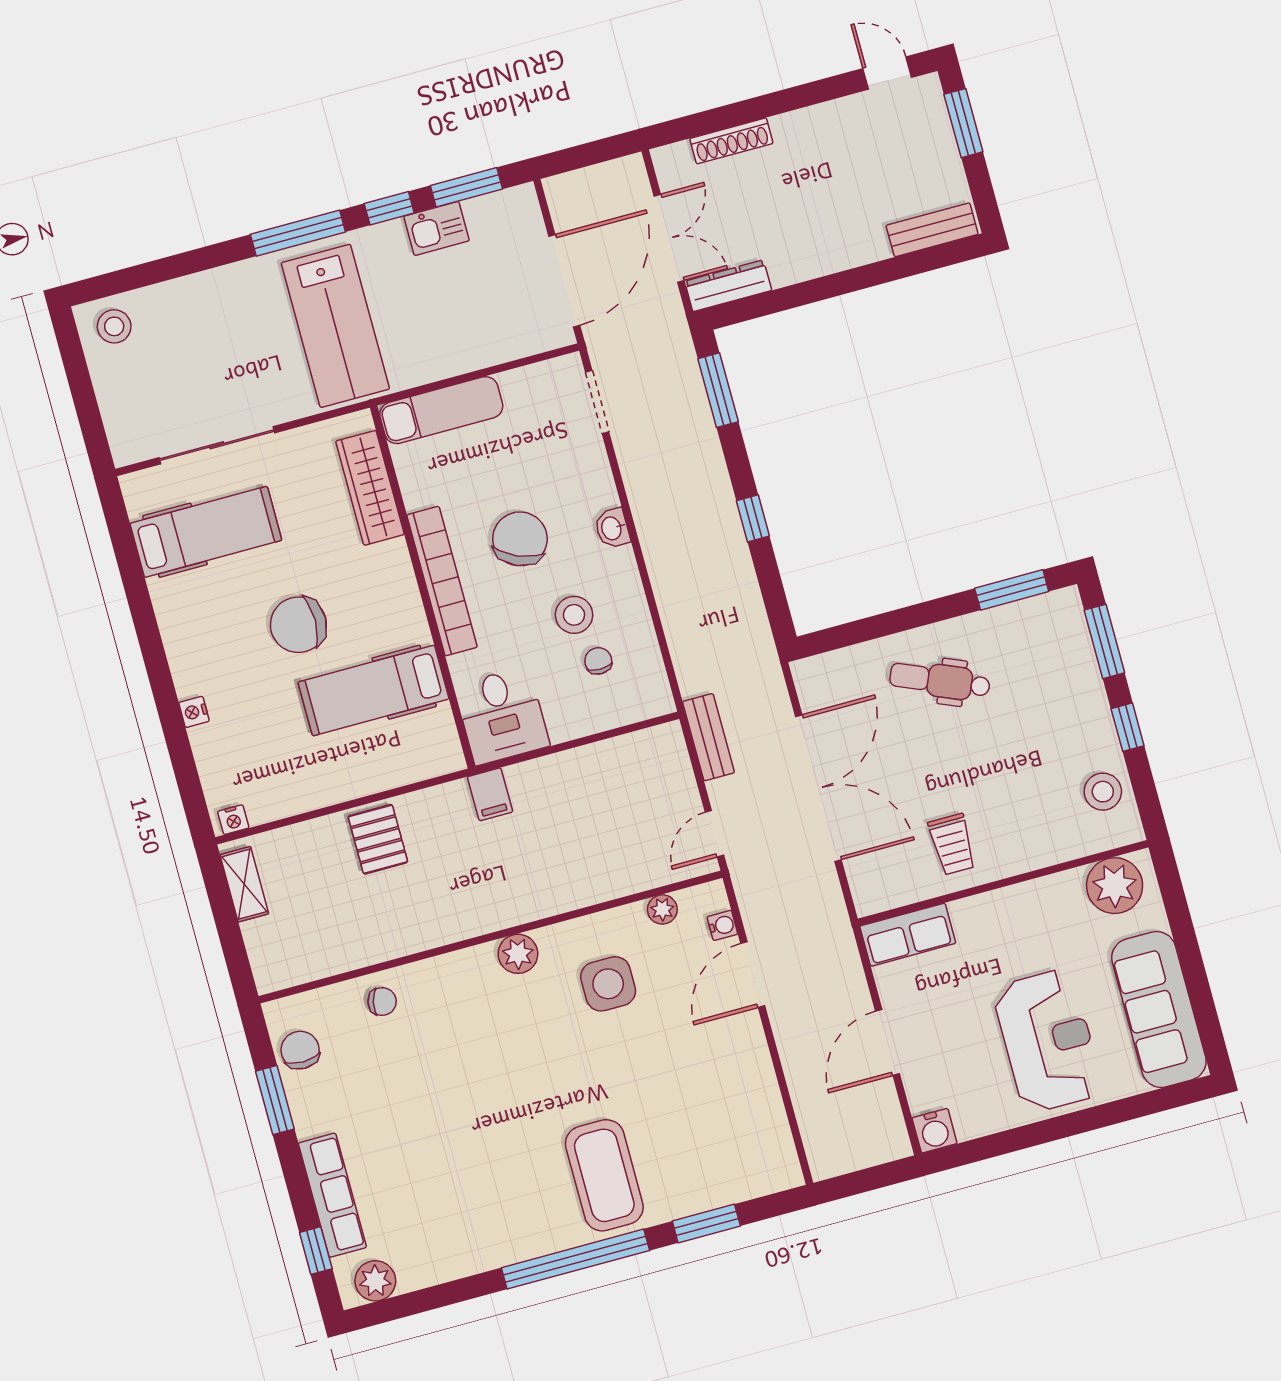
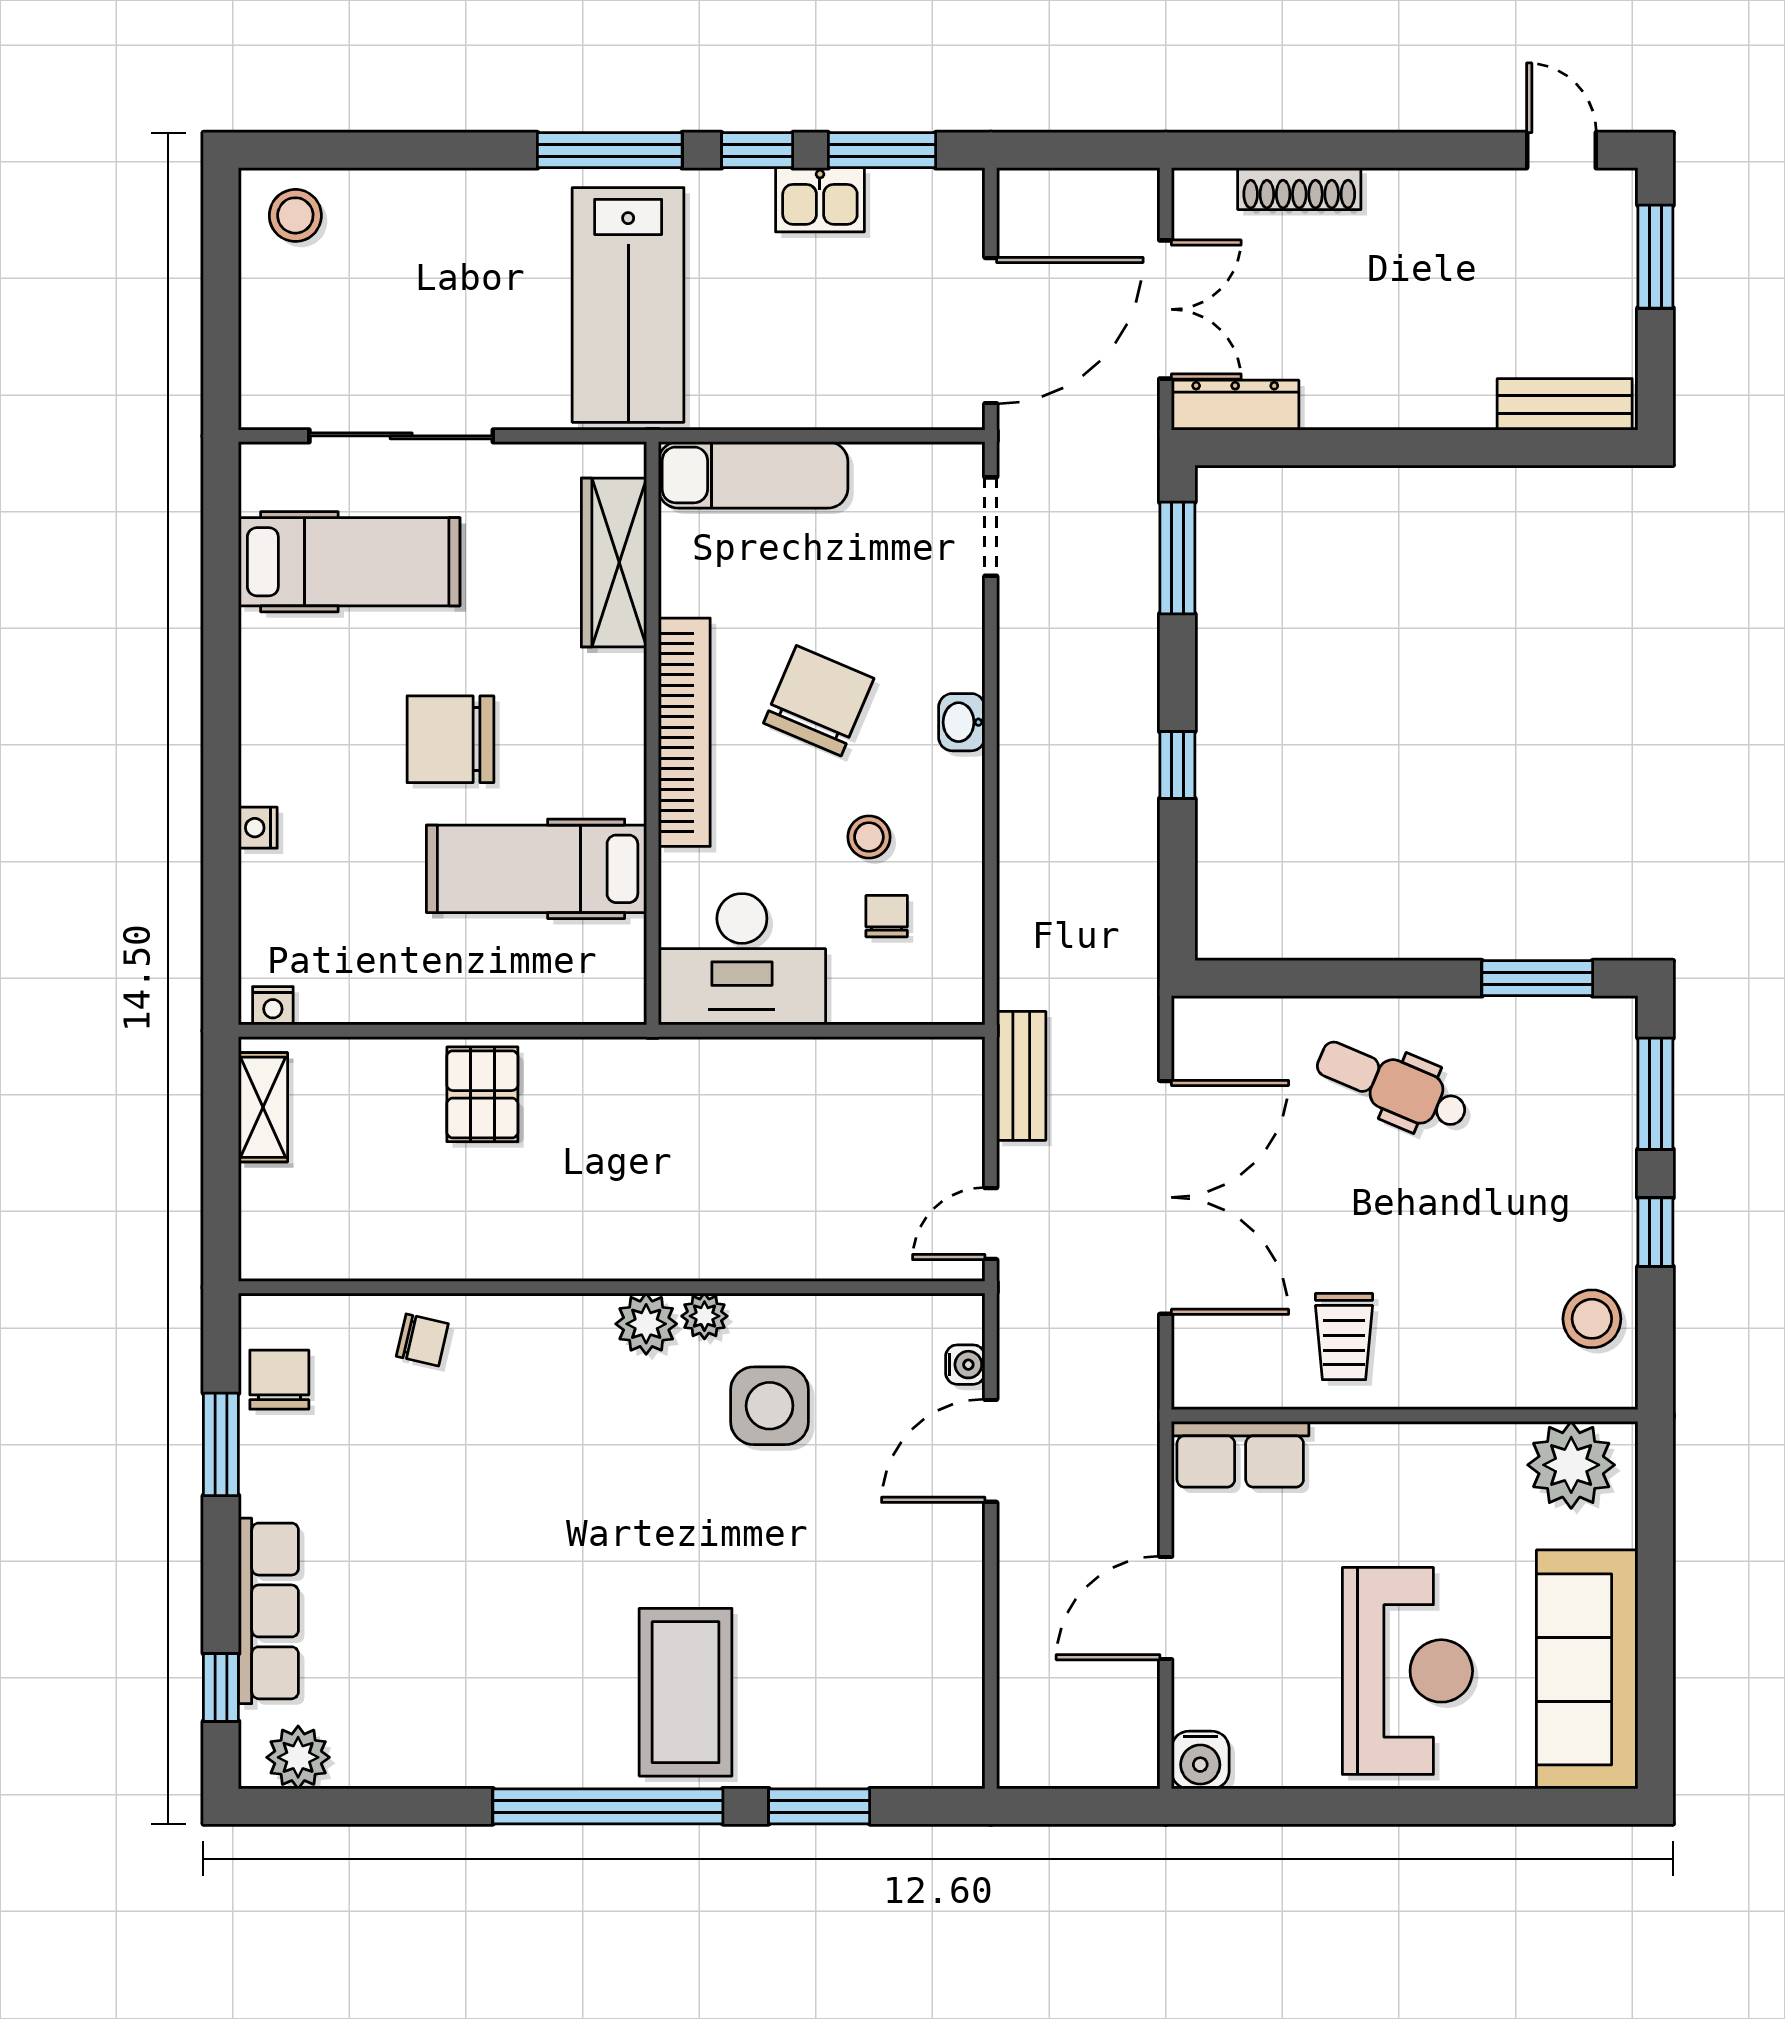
stool: (574, 615) -> (869, 837), width x0.73, depth x0.73
desk: (502, 716) -> (742, 959), width x1.37
filing cabinet: (490, 794) -> (669, 1073), removed
plant: (662, 909) -> (704, 1316), moved

